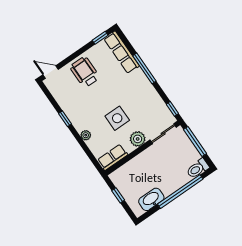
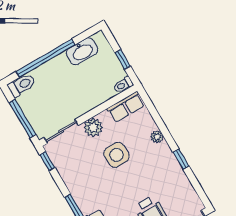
toilet: (116, 175) -> (123, 85), added

